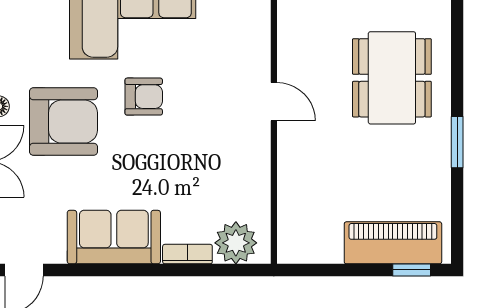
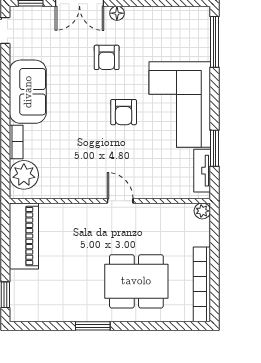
door: (274, 102) -> (120, 201), swing flipped
armchair: (63, 122) -> (107, 57), width x0.53, depth x0.53
piano: (393, 243) -> (24, 236), moved

